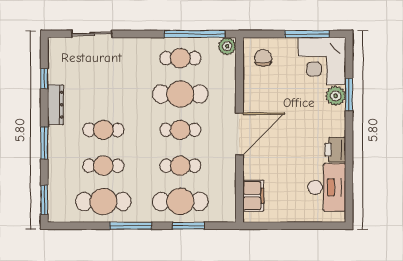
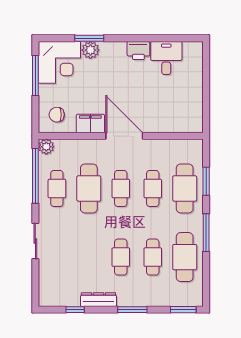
sliding door: (92, 34) -> (35, 241), moved
desk: (327, 187) -> (166, 58), width x0.73
filing cabinet: (253, 196) -> (90, 123), moved

